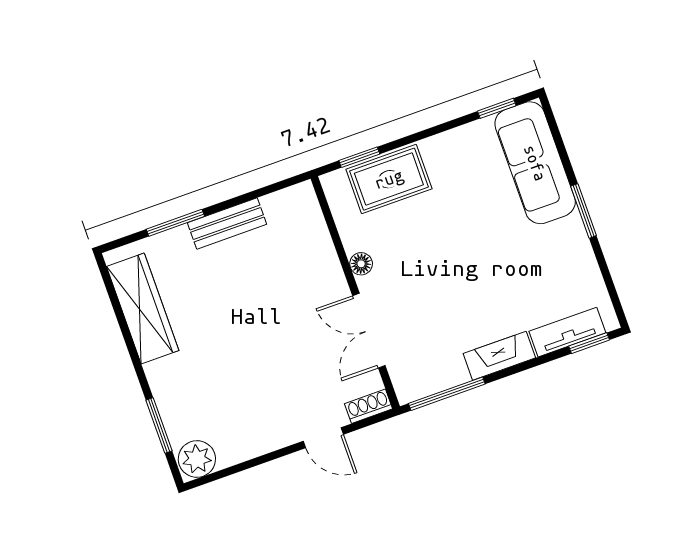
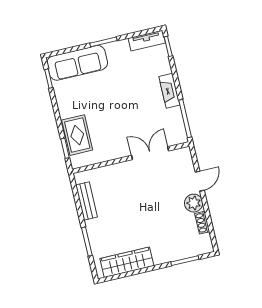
bench: (227, 224) -> (86, 201), moved
floor lamp: (361, 264) -> (117, 153), removed
double door: (369, 331) -> (150, 153), swing flipped
tv unit: (567, 332) -> (147, 41), moved, turned -90
shoe rack: (368, 406) -> (202, 223), moved
plant: (197, 459) -> (194, 203), moved

